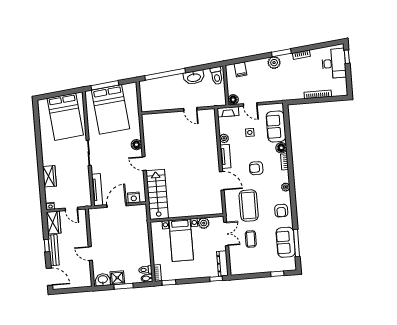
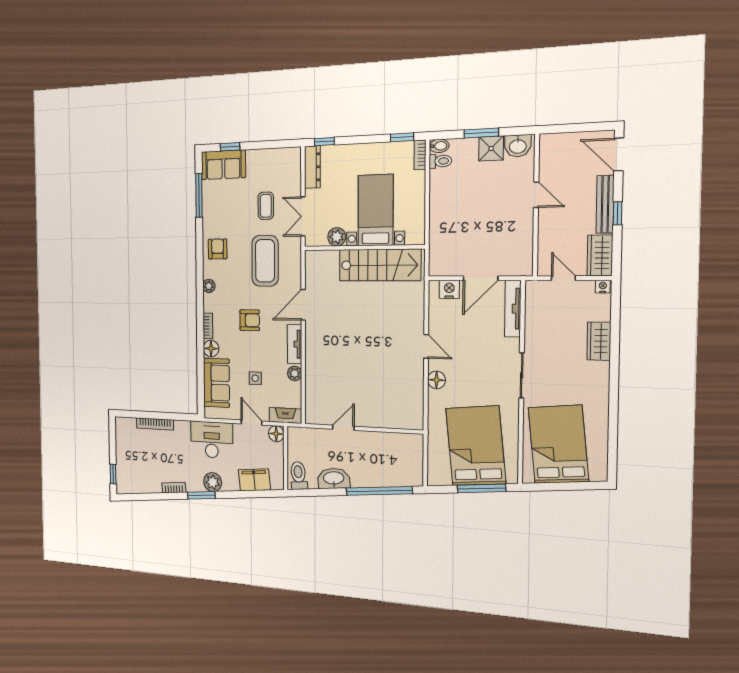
desk: (334, 63) -> (212, 440), moved, turned 90
filing cabinet: (241, 69) -> (254, 480), width x2.00
door: (190, 109) -> (343, 428), hinge flipped
door: (222, 181) -> (303, 305), hinge flipped
stairs: (157, 194) -> (380, 265), moved, turned -90
sofa: (286, 242) -> (223, 165), moved, turned 90

